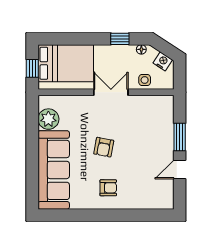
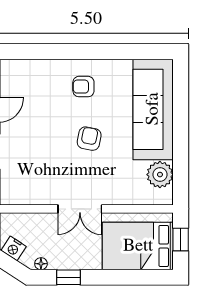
side table: (145, 80) -> (37, 225), removed

